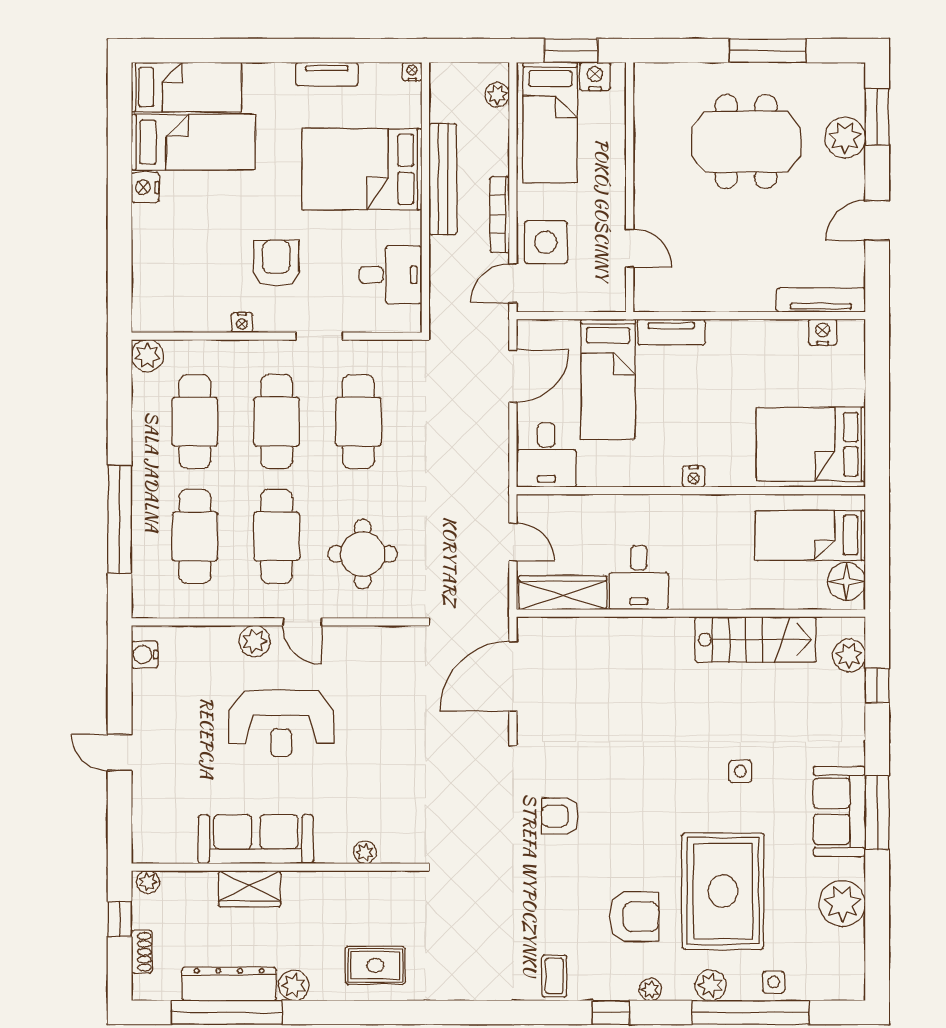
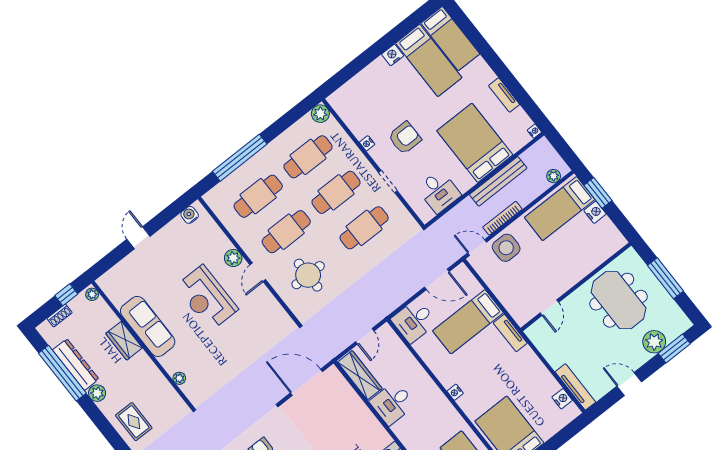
wall: (630, 187) -> (576, 287), moved
door: (630, 248) -> (549, 308), moved

